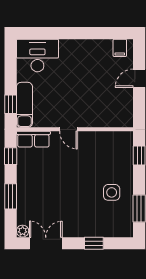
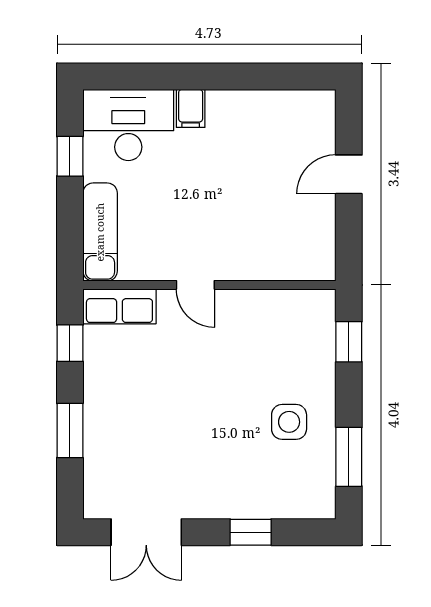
filing cabinet: (120, 48) -> (191, 108), moved
window: (11, 104) -> (70, 156), moved
plant: (23, 231) -> (96, 506), removed
double door: (46, 243) -> (146, 532), swing flipped

